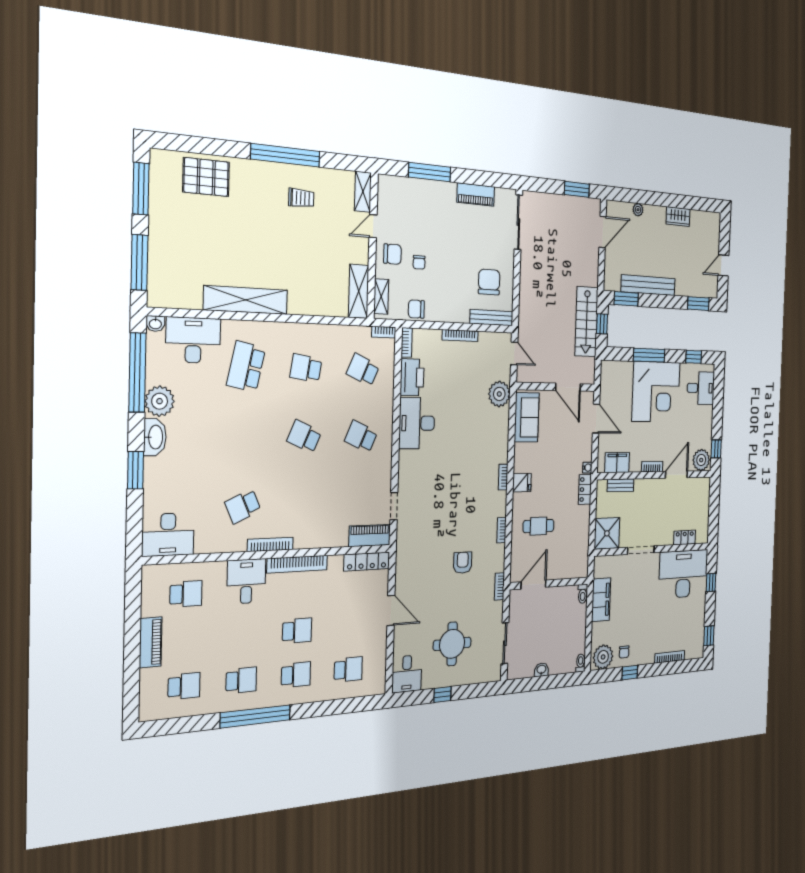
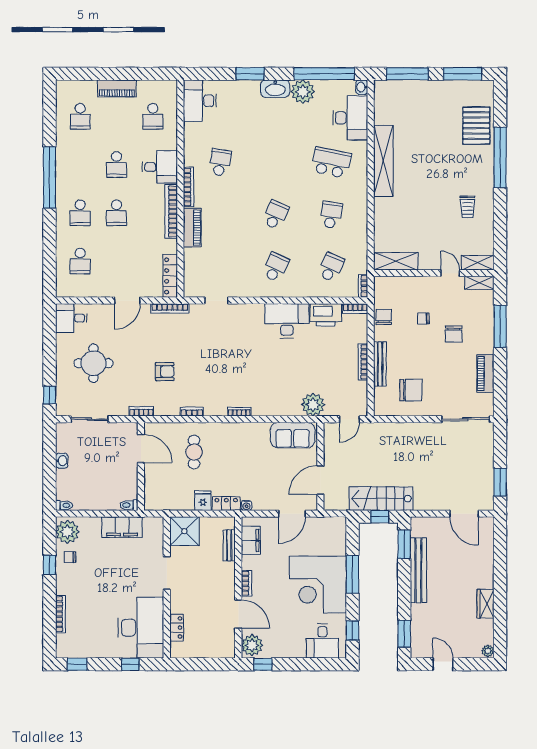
window: (285, 155) -> (500, 157), moved
plant: (638, 210) -> (488, 651), moved
chair: (392, 254) -> (454, 334), moved
shelving: (381, 297) -> (479, 283), moved
bench: (491, 318) -> (380, 364), moved
fridge: (522, 483) -> (203, 501), moved, turned 180
school desk: (243, 506) -> (220, 162), turned 33
piano: (370, 536) -> (192, 228), moved
bookcase: (400, 560) -> (170, 308), added
school desk: (241, 680) -> (116, 165), moved
window: (442, 694) -> (50, 395), moved

